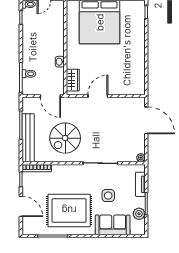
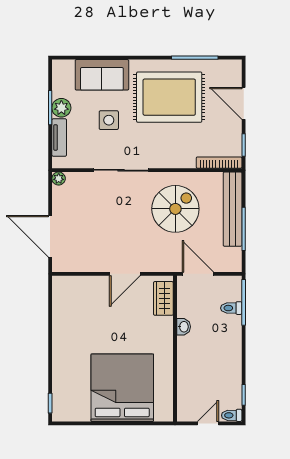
plant: (139, 214) -> (61, 108), moved

